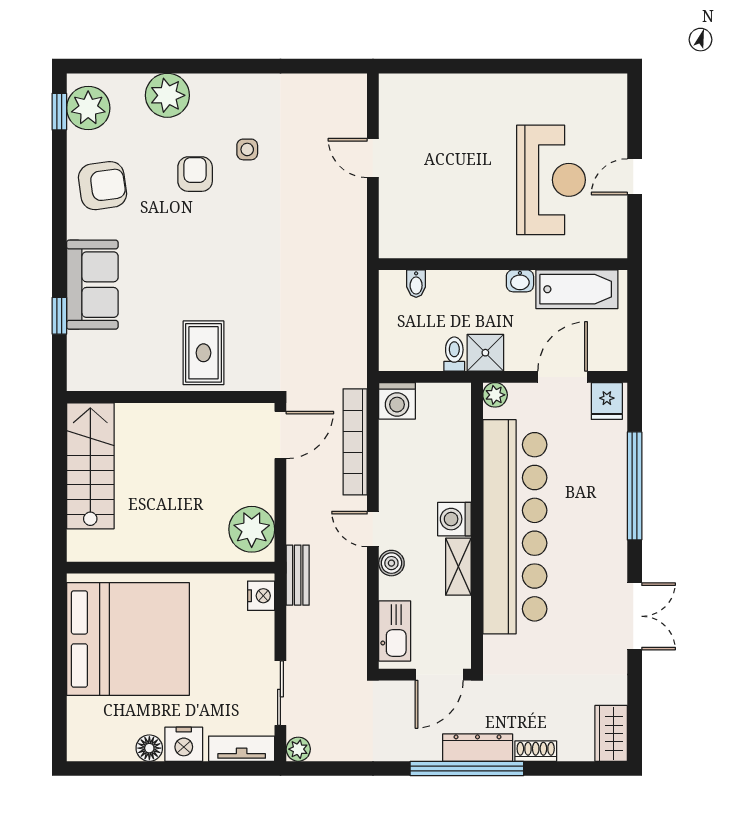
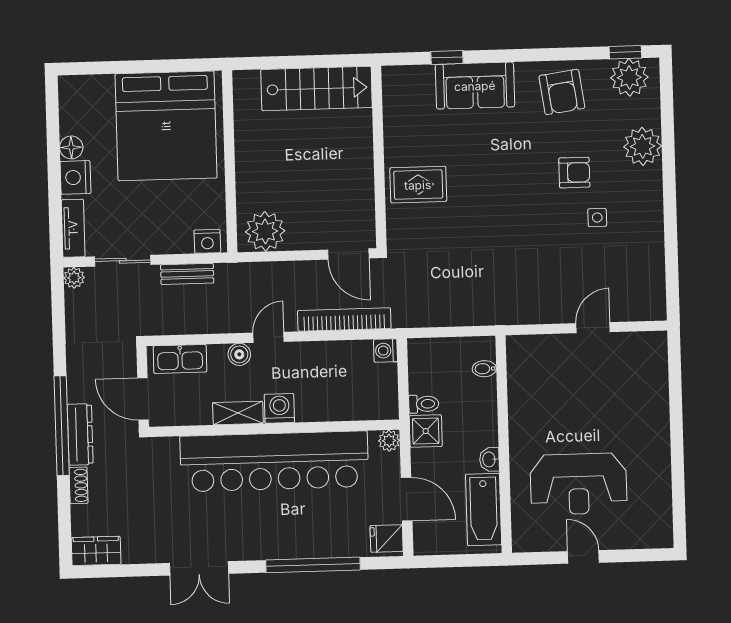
washing machine: (397, 401) -> (386, 351), width x0.73, depth x0.73
bench: (298, 575) -> (187, 274), moved

